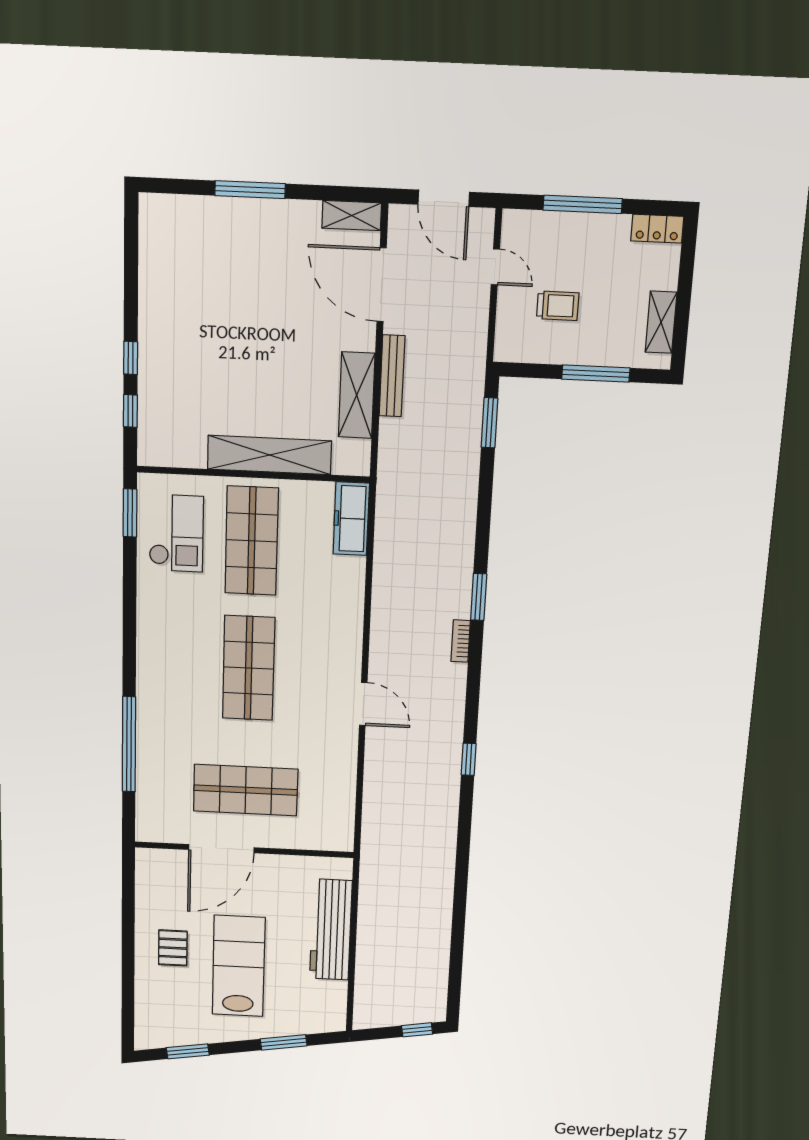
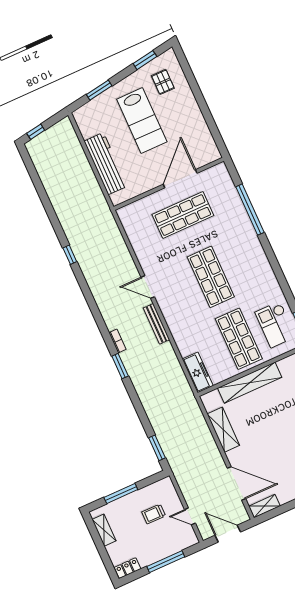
bench: (392, 376) -> (156, 324), moved
window: (469, 759) -> (70, 255), moved
pallet: (173, 948) -> (163, 82), moved

